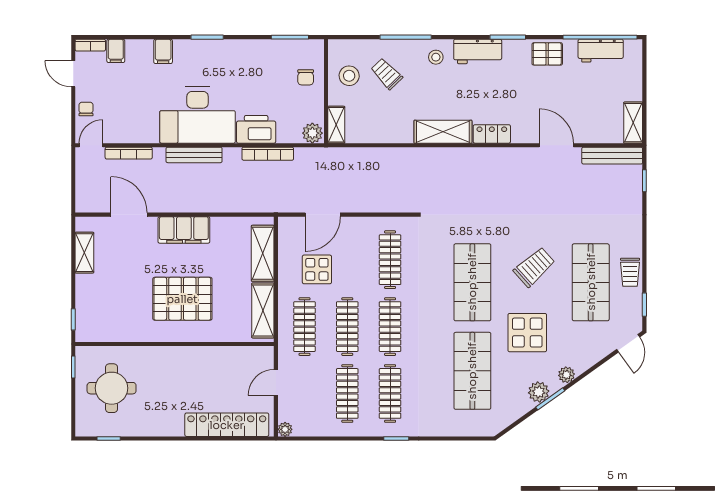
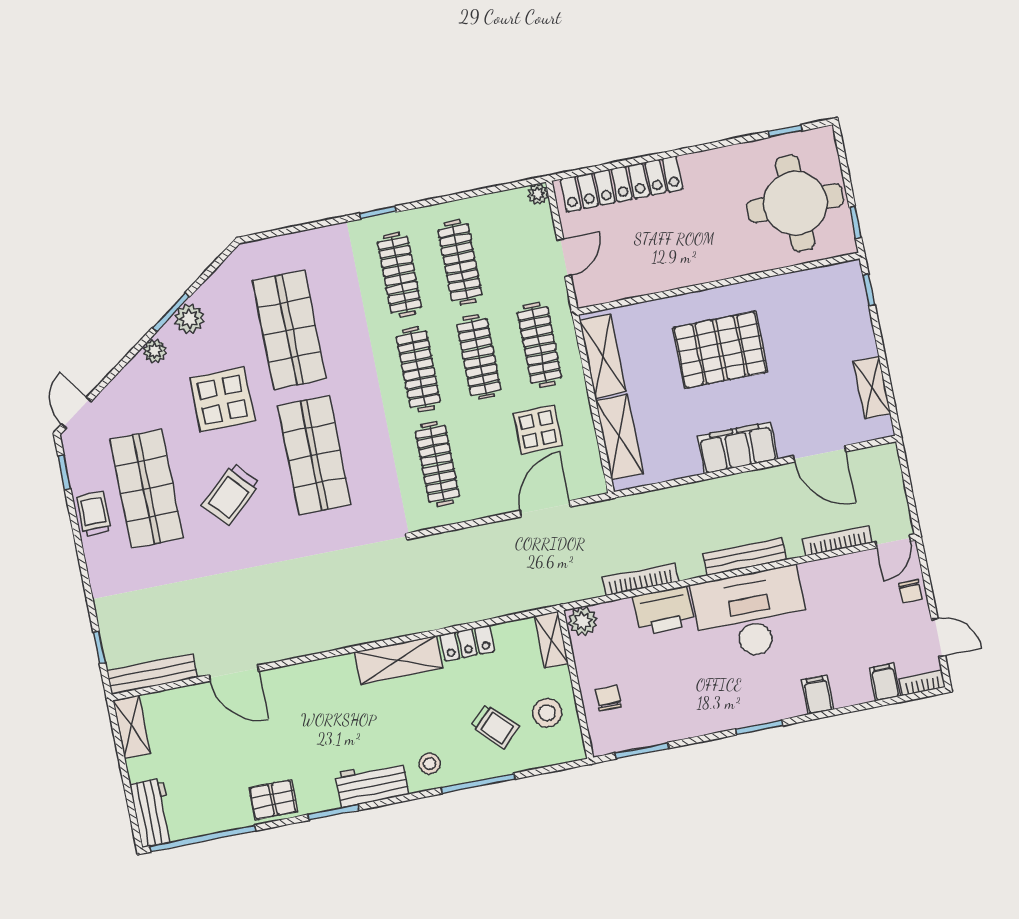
workbench: (601, 51) -> (152, 813), moved, turned 90
locker: (492, 134) -> (467, 643), moved
round table: (112, 388) -> (795, 203), width x1.36, depth x1.36

